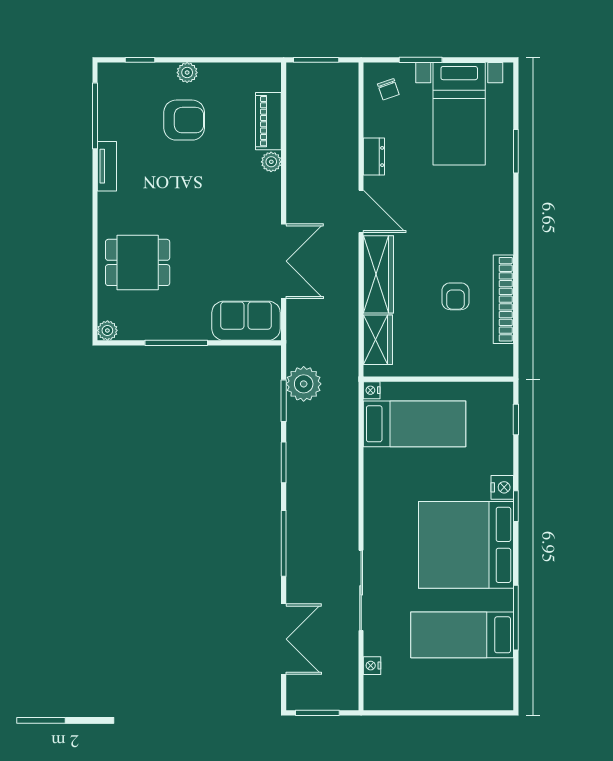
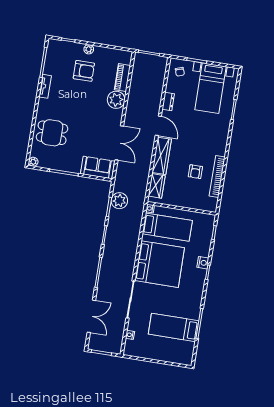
plant: (271, 162) -> (116, 100), width x1.88, depth x1.88
bed: (466, 545) -> (160, 264), moved, turned 180

